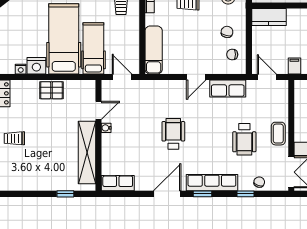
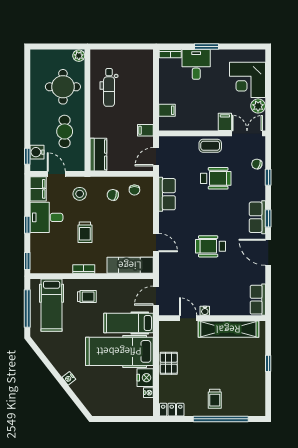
door: (196, 77) -> (156, 243), moved
row of seats: (212, 183) -> (257, 217), width x0.68
window: (65, 194) -> (268, 363), moved

